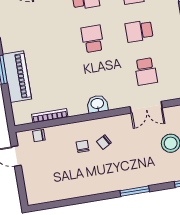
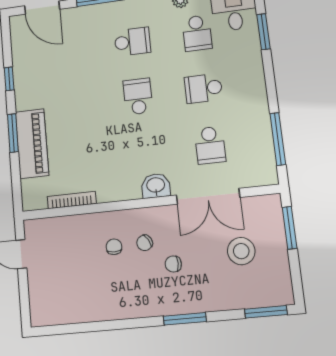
washbasin: (97, 104) -> (156, 186), moved
double door: (146, 107) -> (208, 196), width x1.37
chair: (39, 136) -> (173, 264), moved

